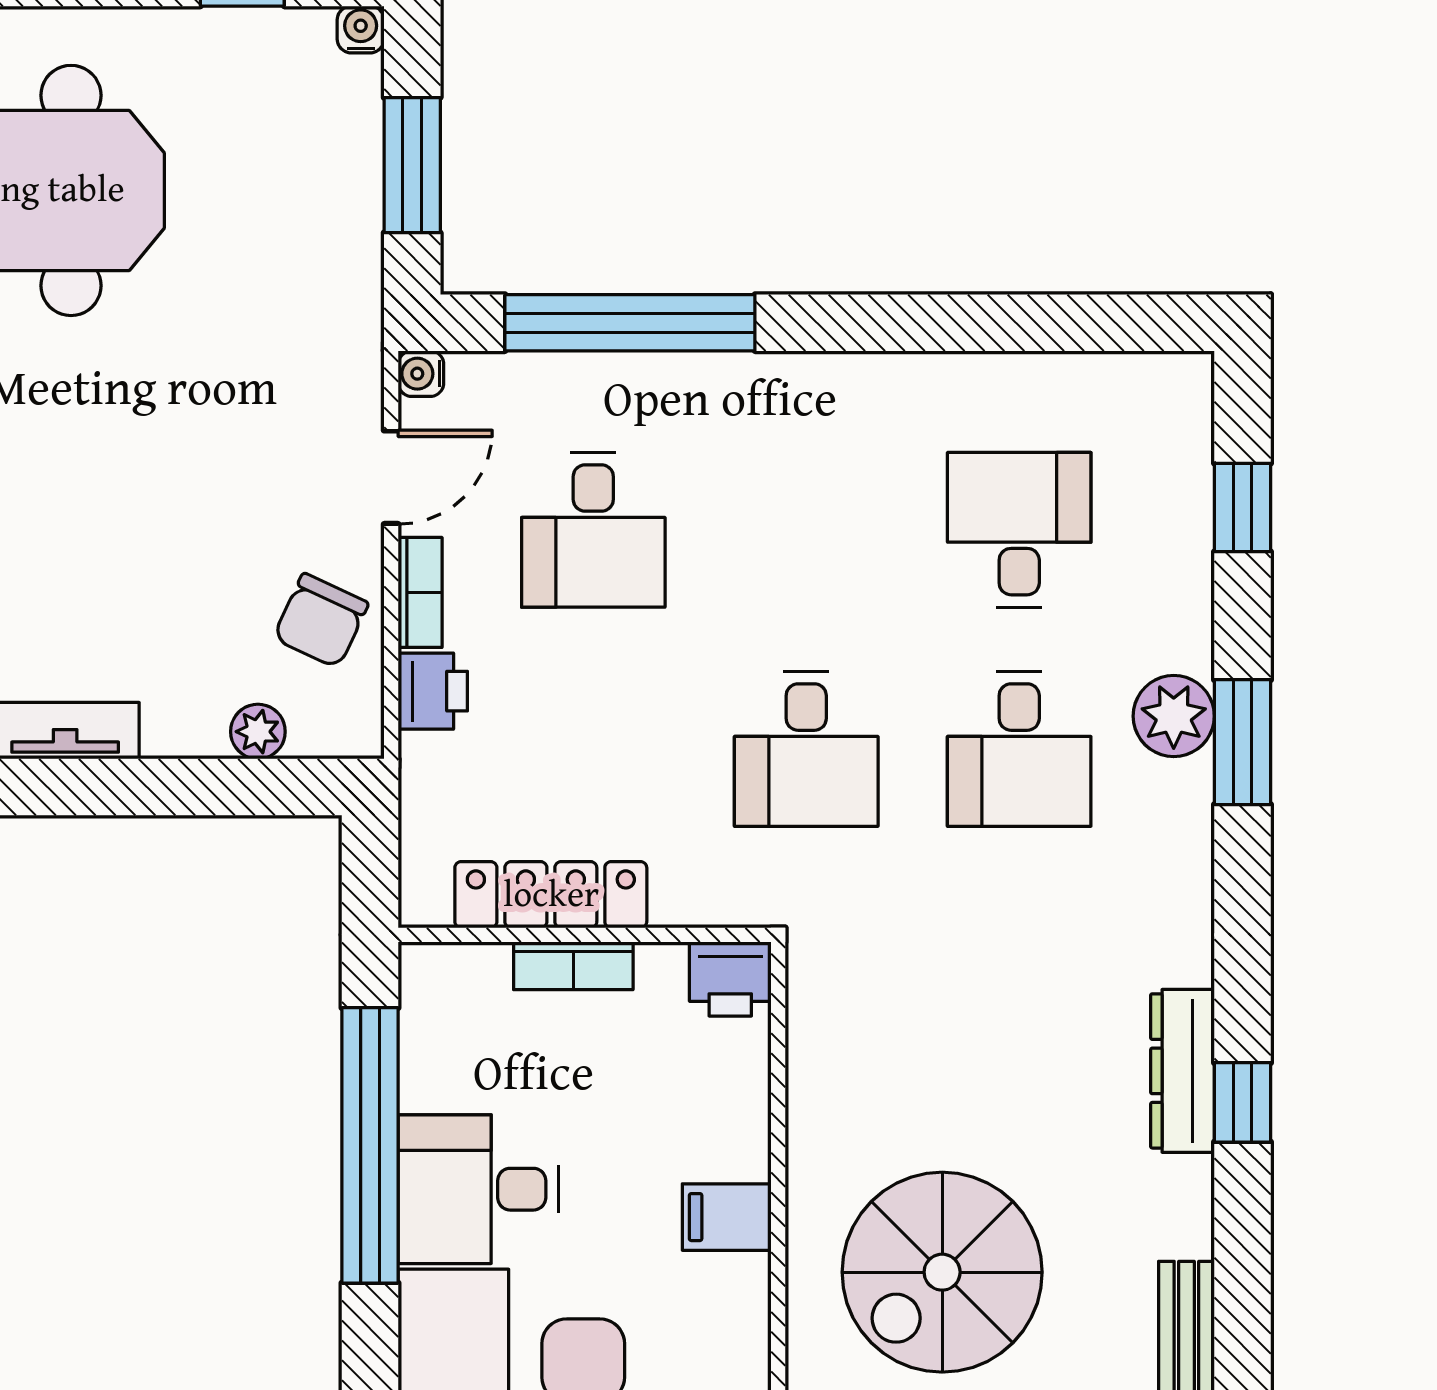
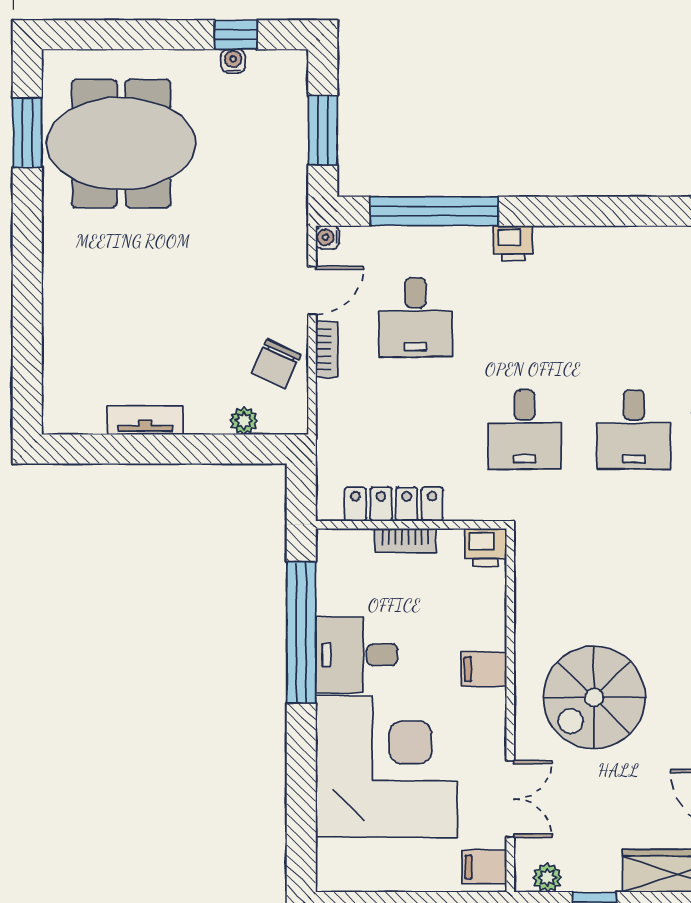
water cooler: (361, 29) -> (233, 61), moved
desk: (1019, 530) -> (634, 317), removed
printer: (433, 691) -> (513, 243), moved, turned 90

